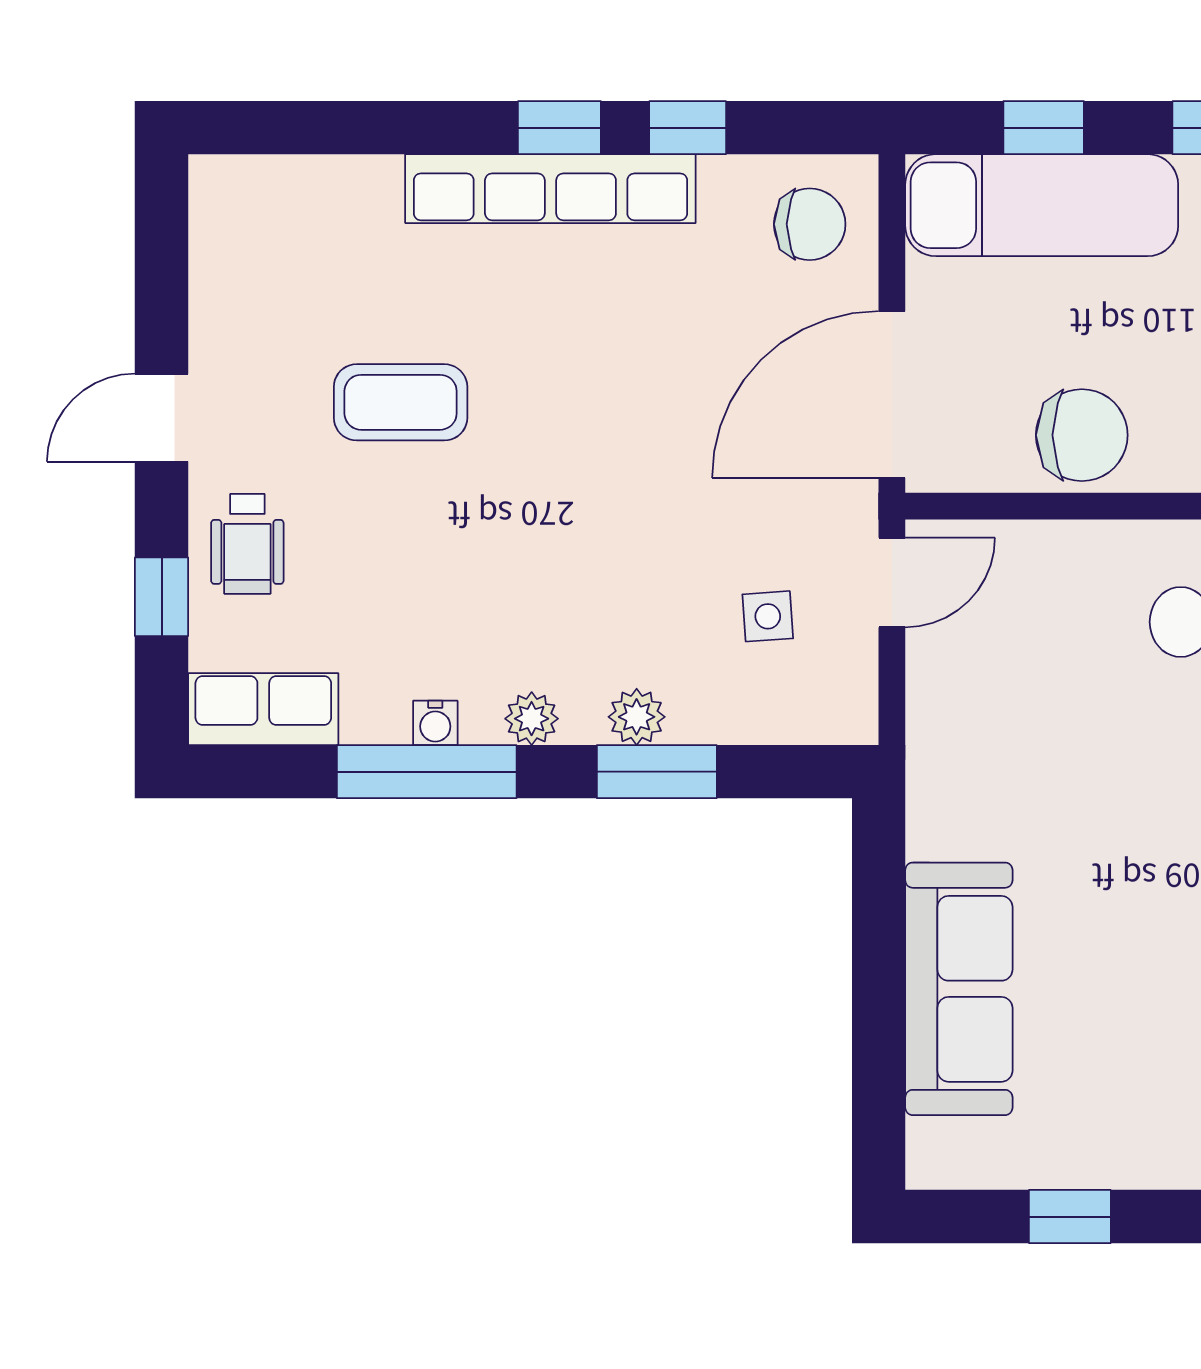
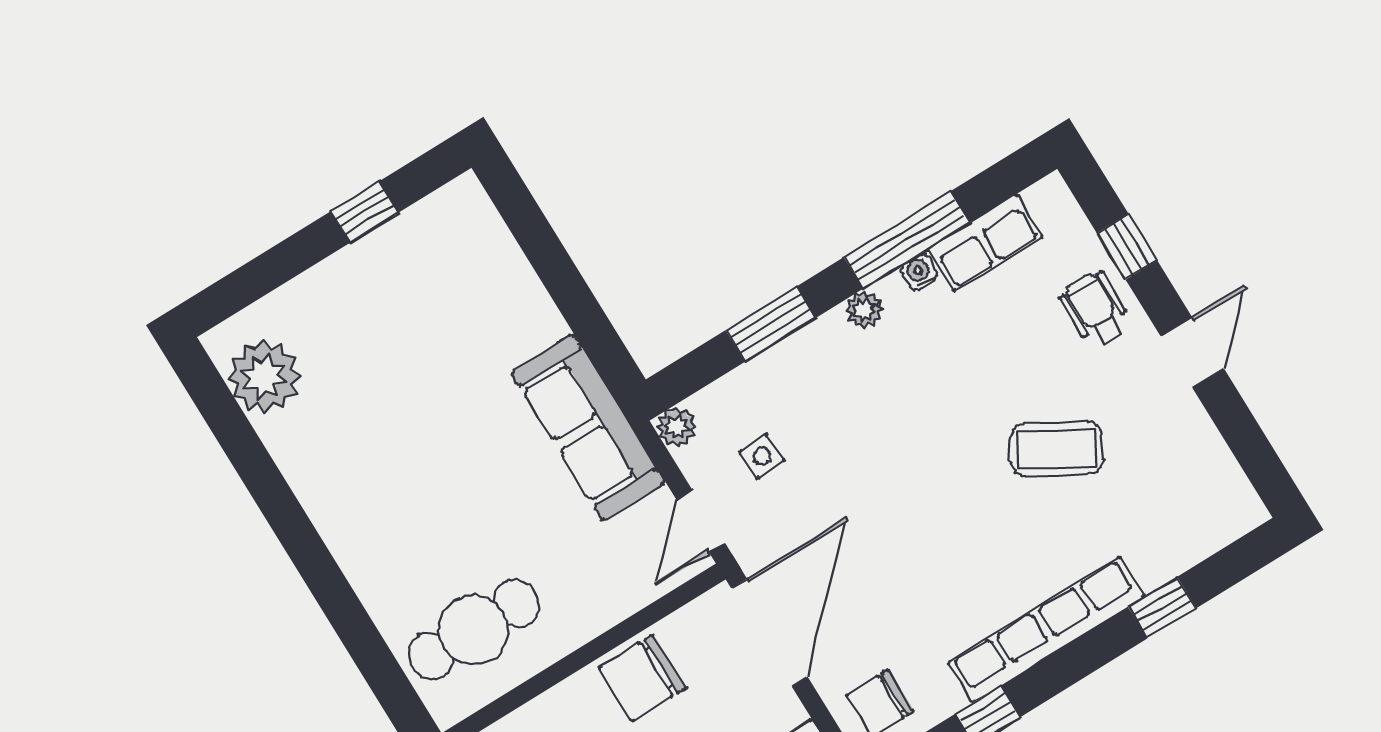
window: (559, 128) -> (1162, 608), moved
coffee table: (401, 402) -> (1057, 449), turned 30
row of seats: (263, 709) -> (985, 243), moved
plant: (637, 717) -> (676, 427), moved
sofa: (959, 989) -> (588, 427), moved

